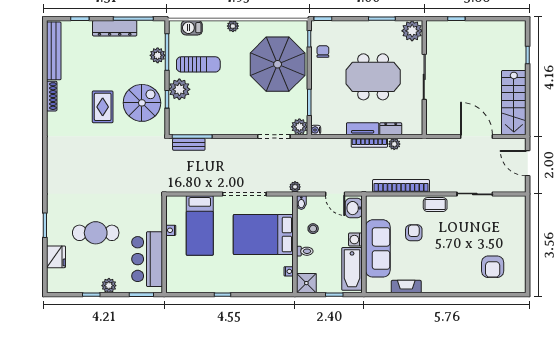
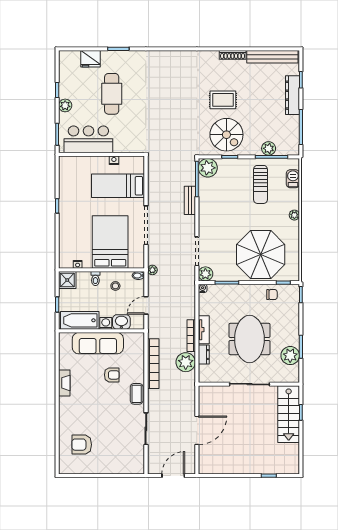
dresser: (115, 28) -> (292, 95), moved
plant: (412, 31) -> (290, 356), moved
plant: (179, 89) -> (208, 168), moved
stairs: (514, 103) -> (289, 414), moved, turned -90
bench: (189, 144) -> (190, 200), moved
plant: (394, 144) -> (186, 362), width x1.88, depth x1.88
washbasin: (354, 208) -> (121, 322), moved
fireplace: (406, 287) -> (64, 383), moved

